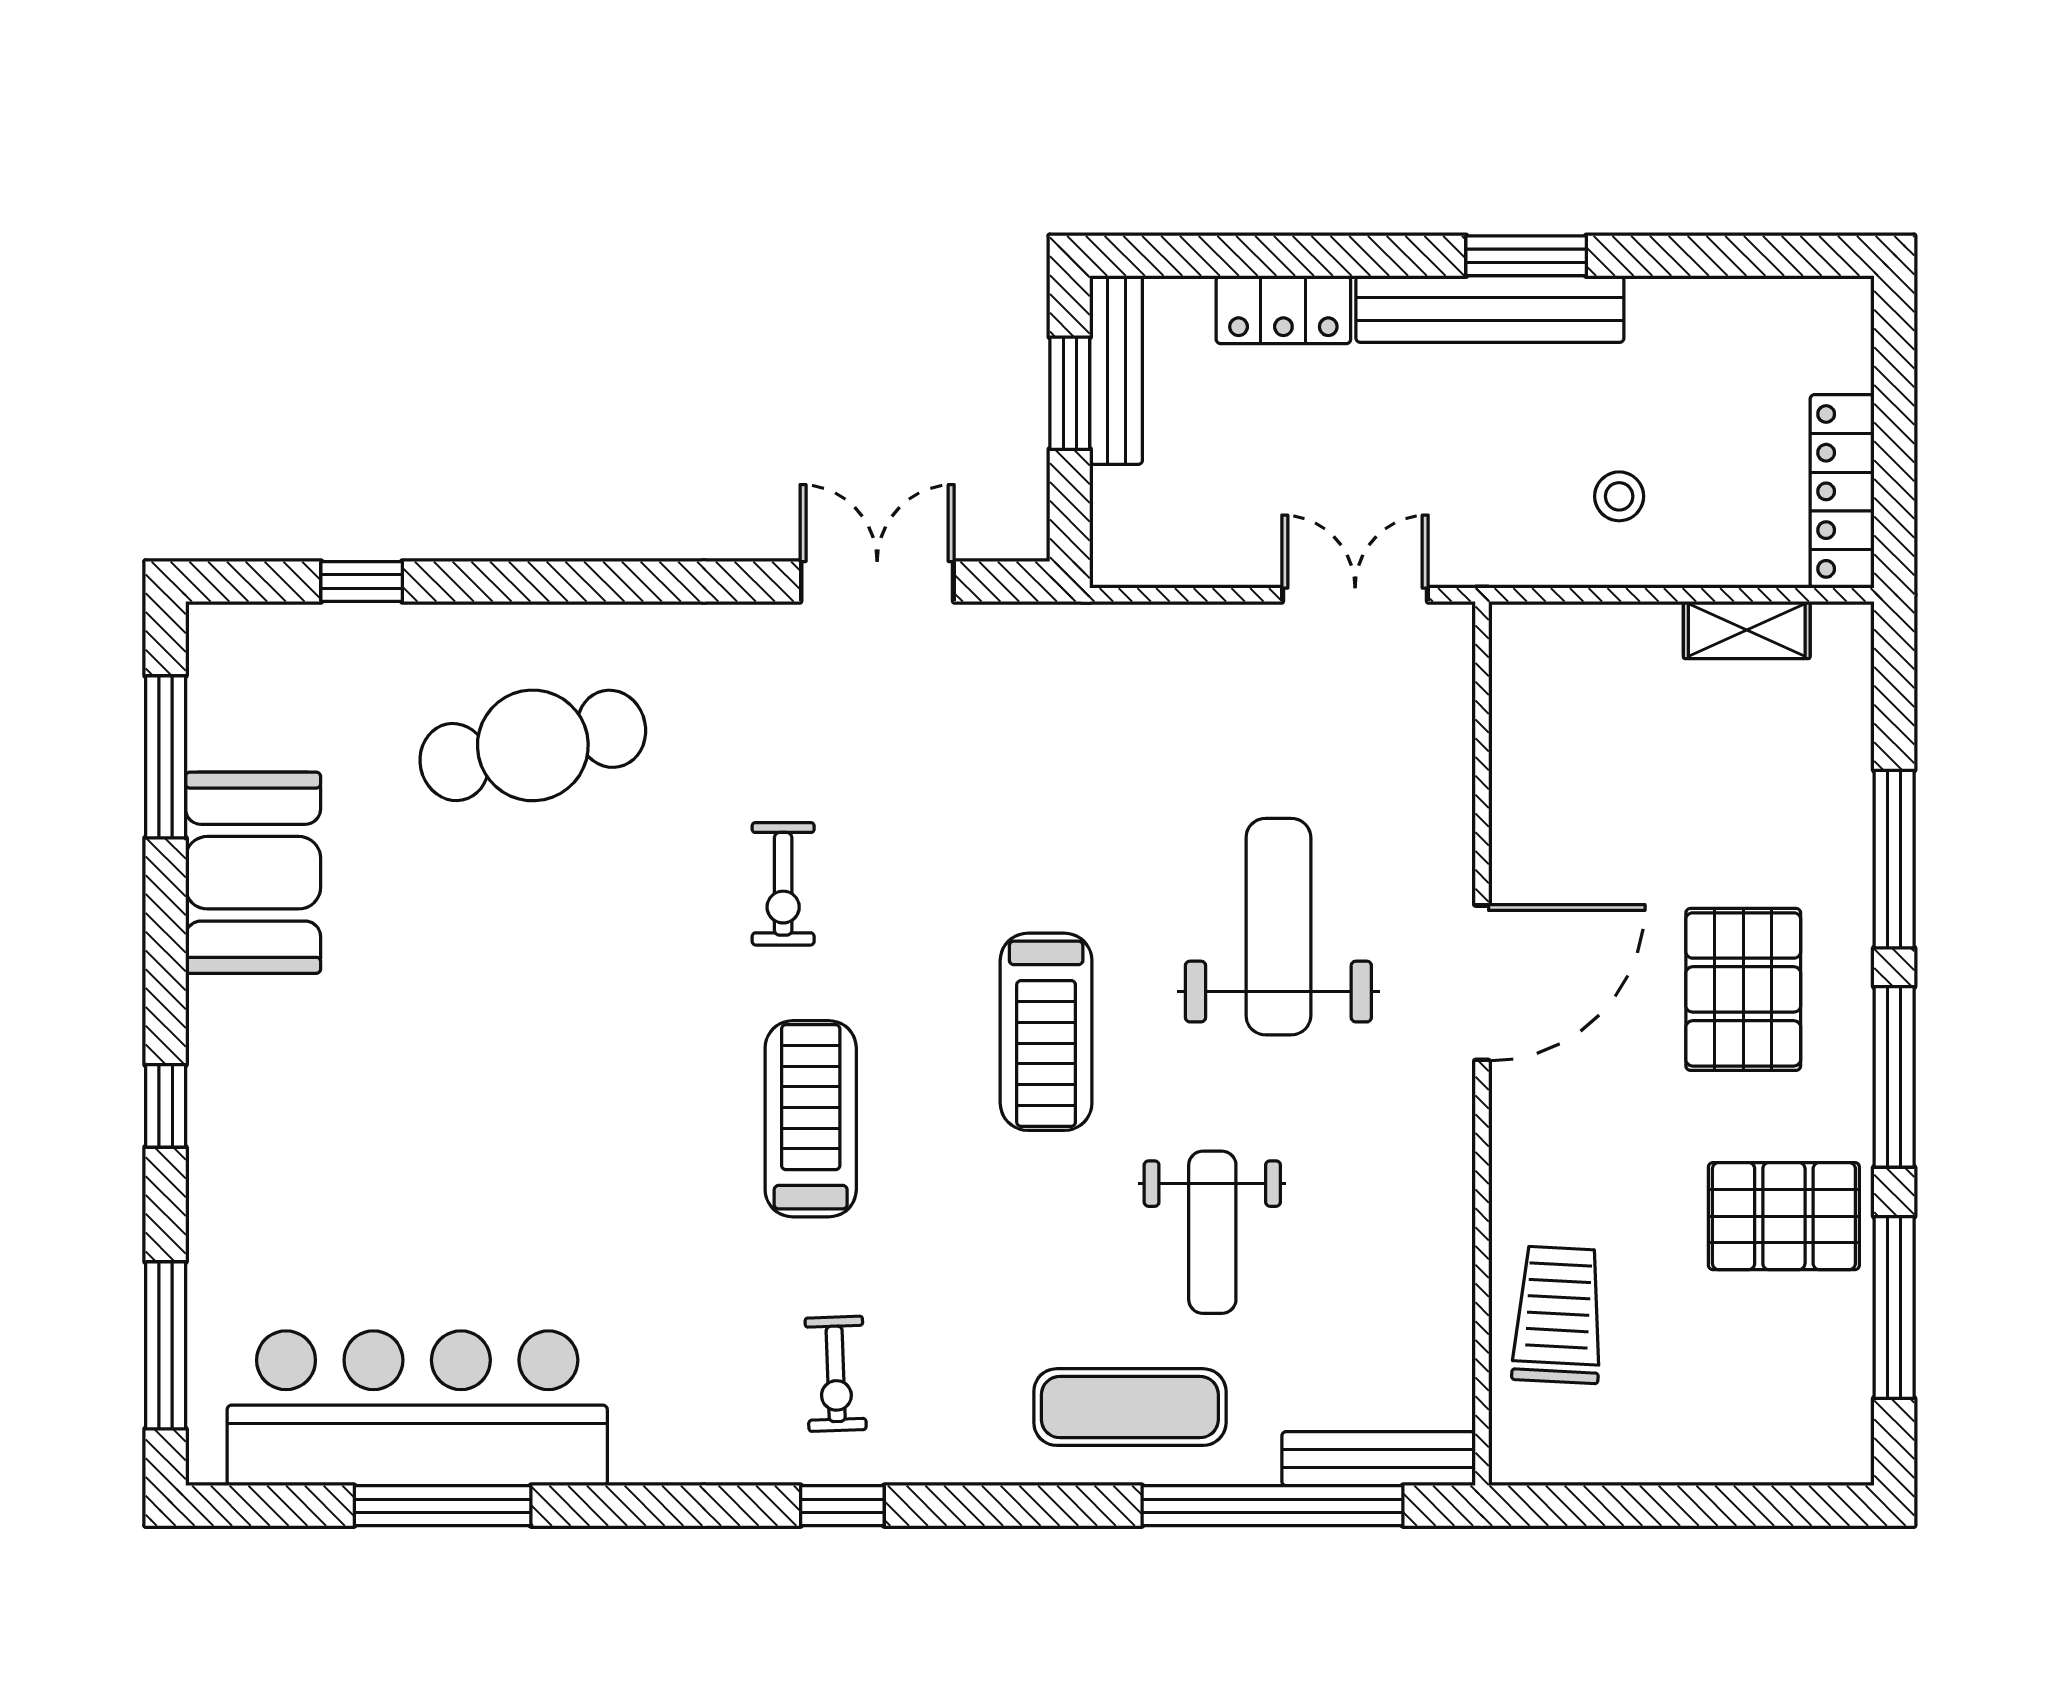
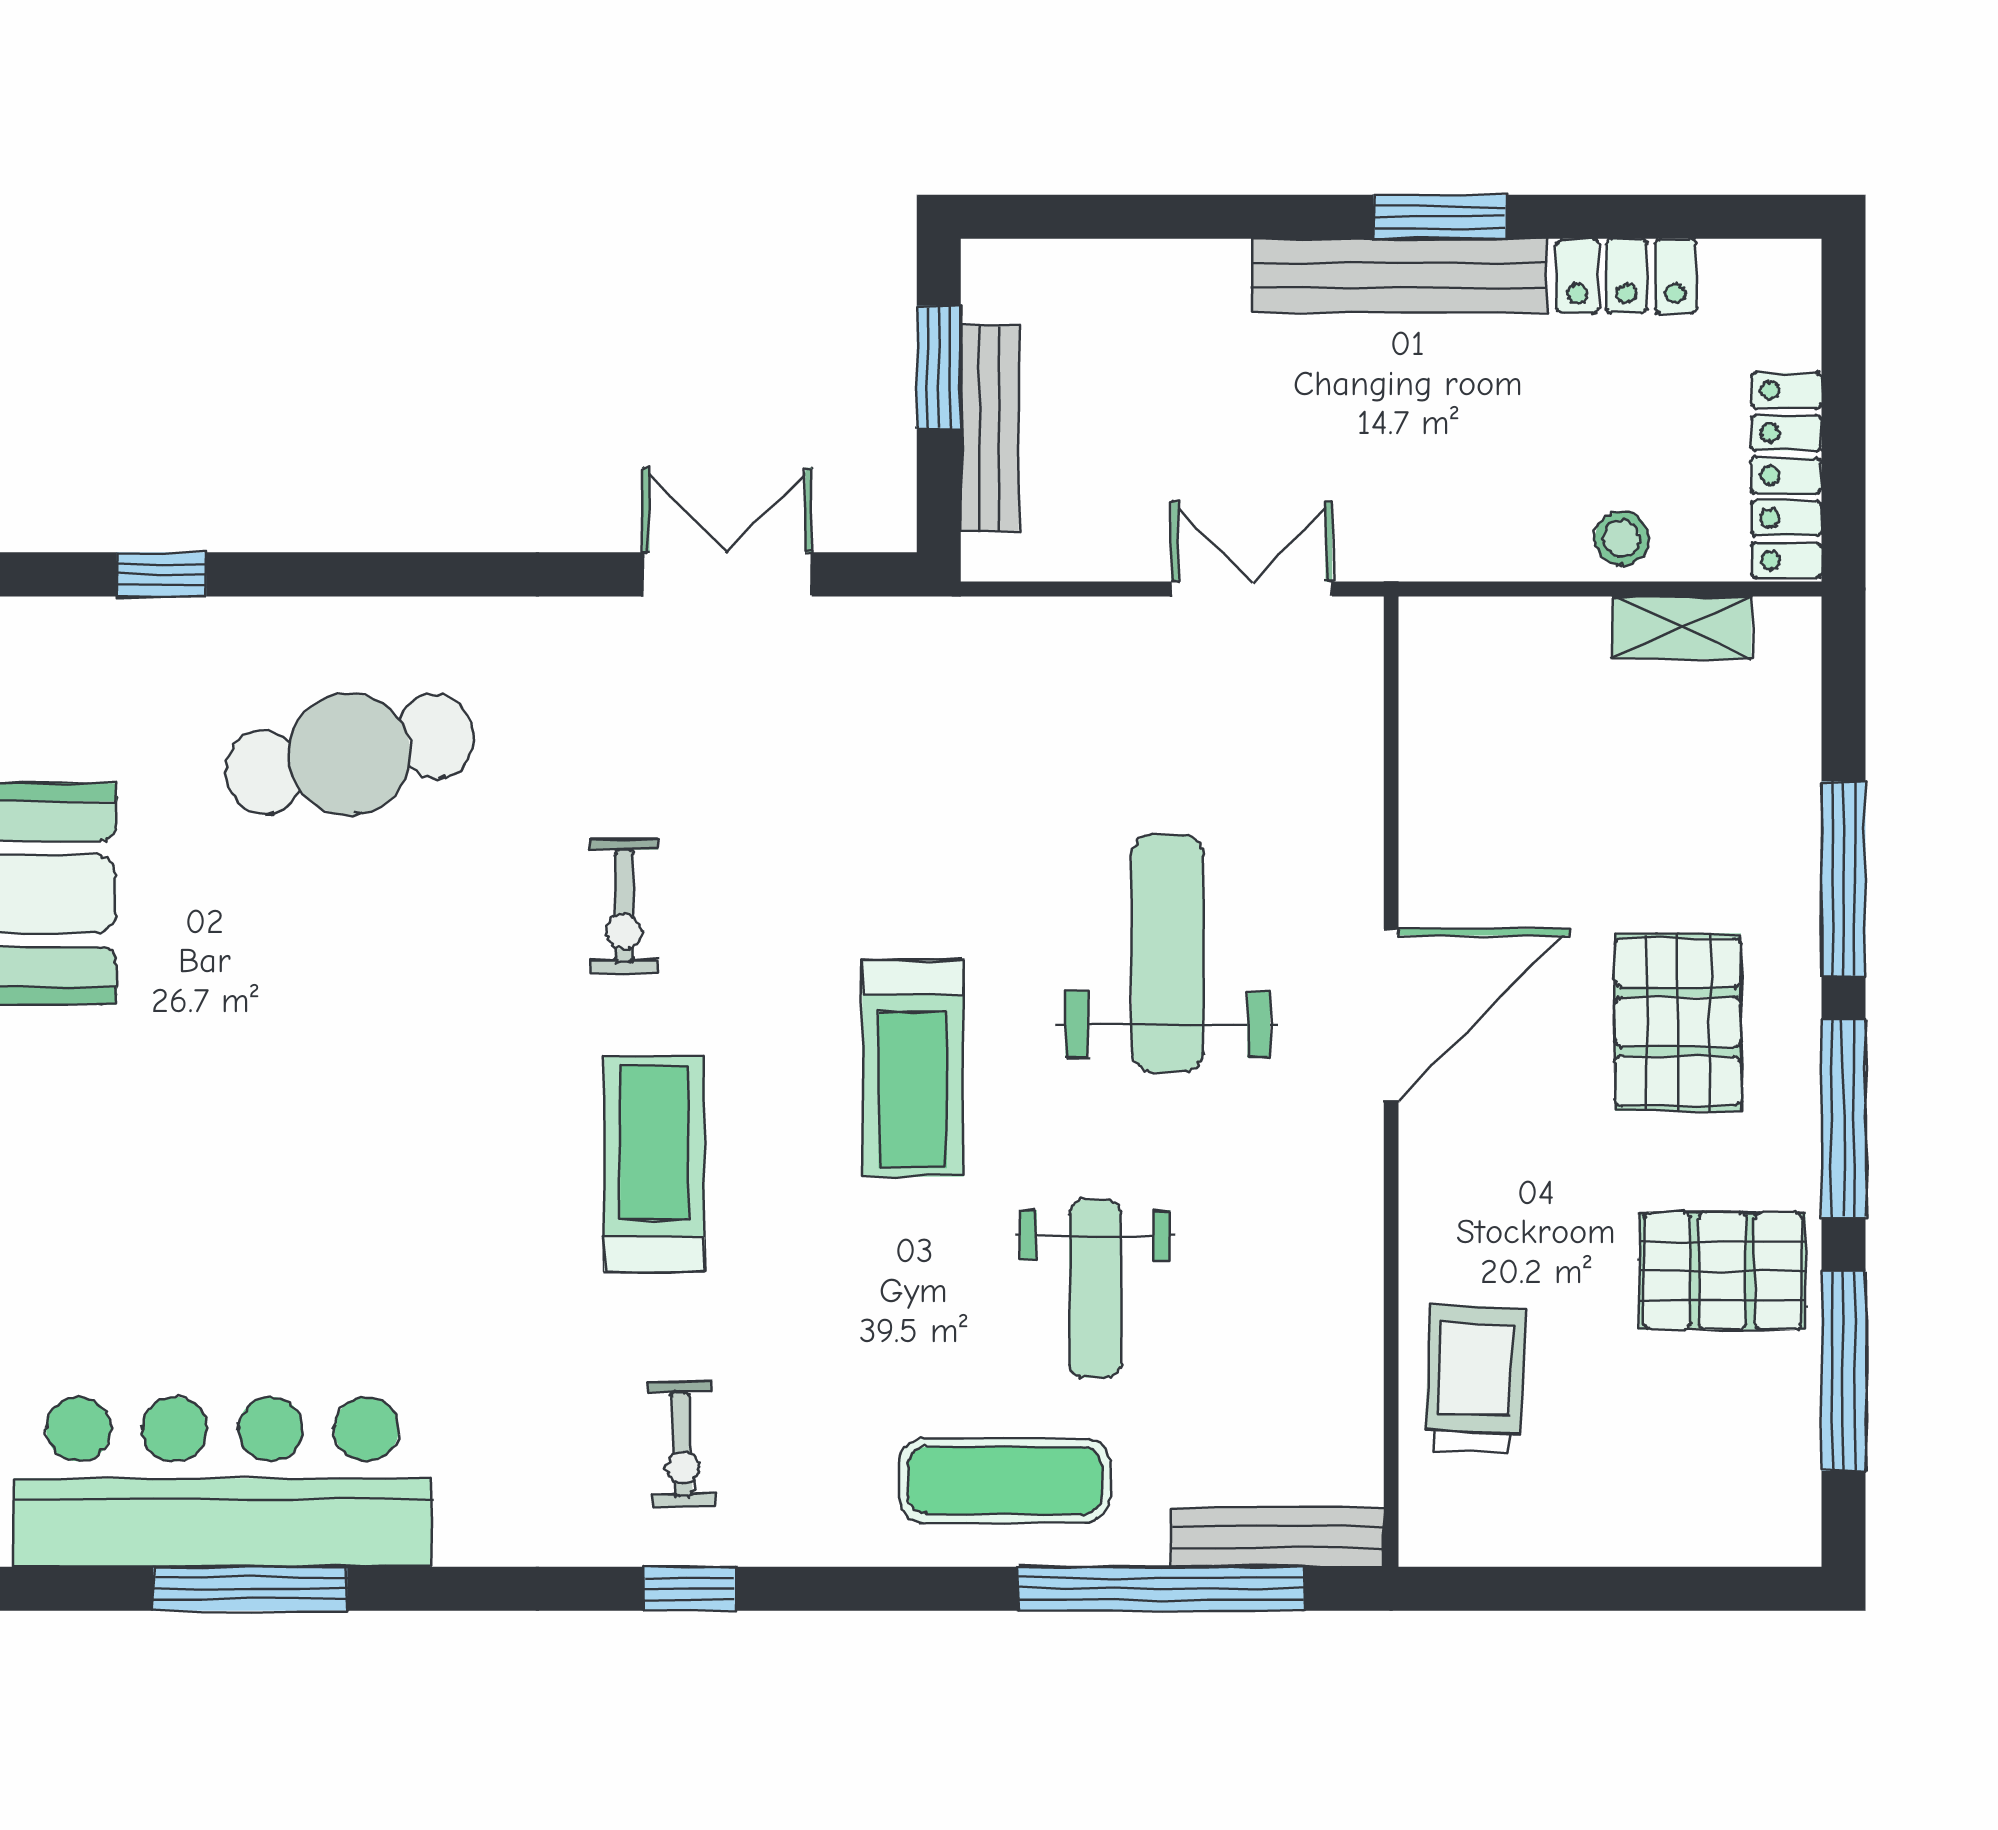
locker: (1283, 310) -> (1627, 276), moved
bench: (1116, 370) -> (990, 428), moved
stool: (1619, 496) -> (1622, 539), moved

